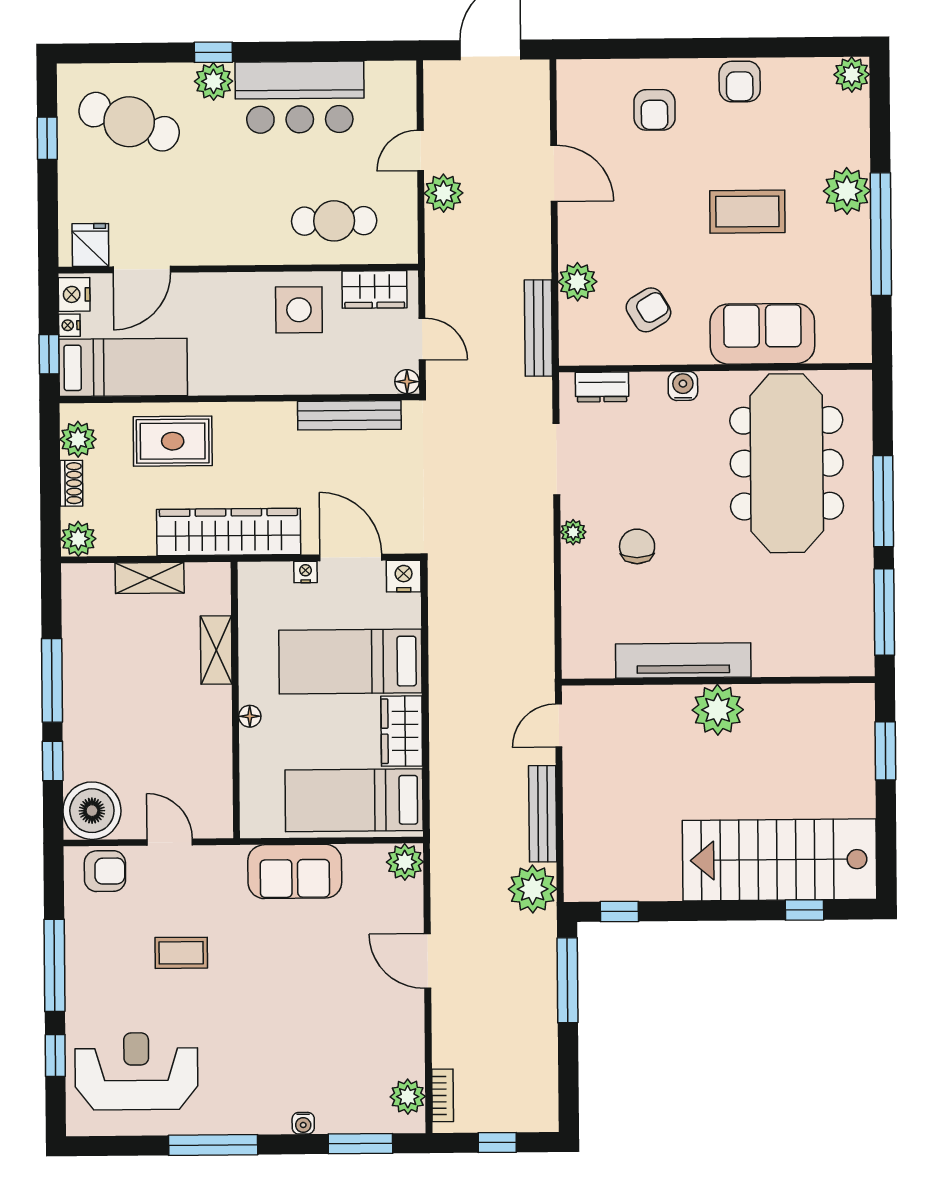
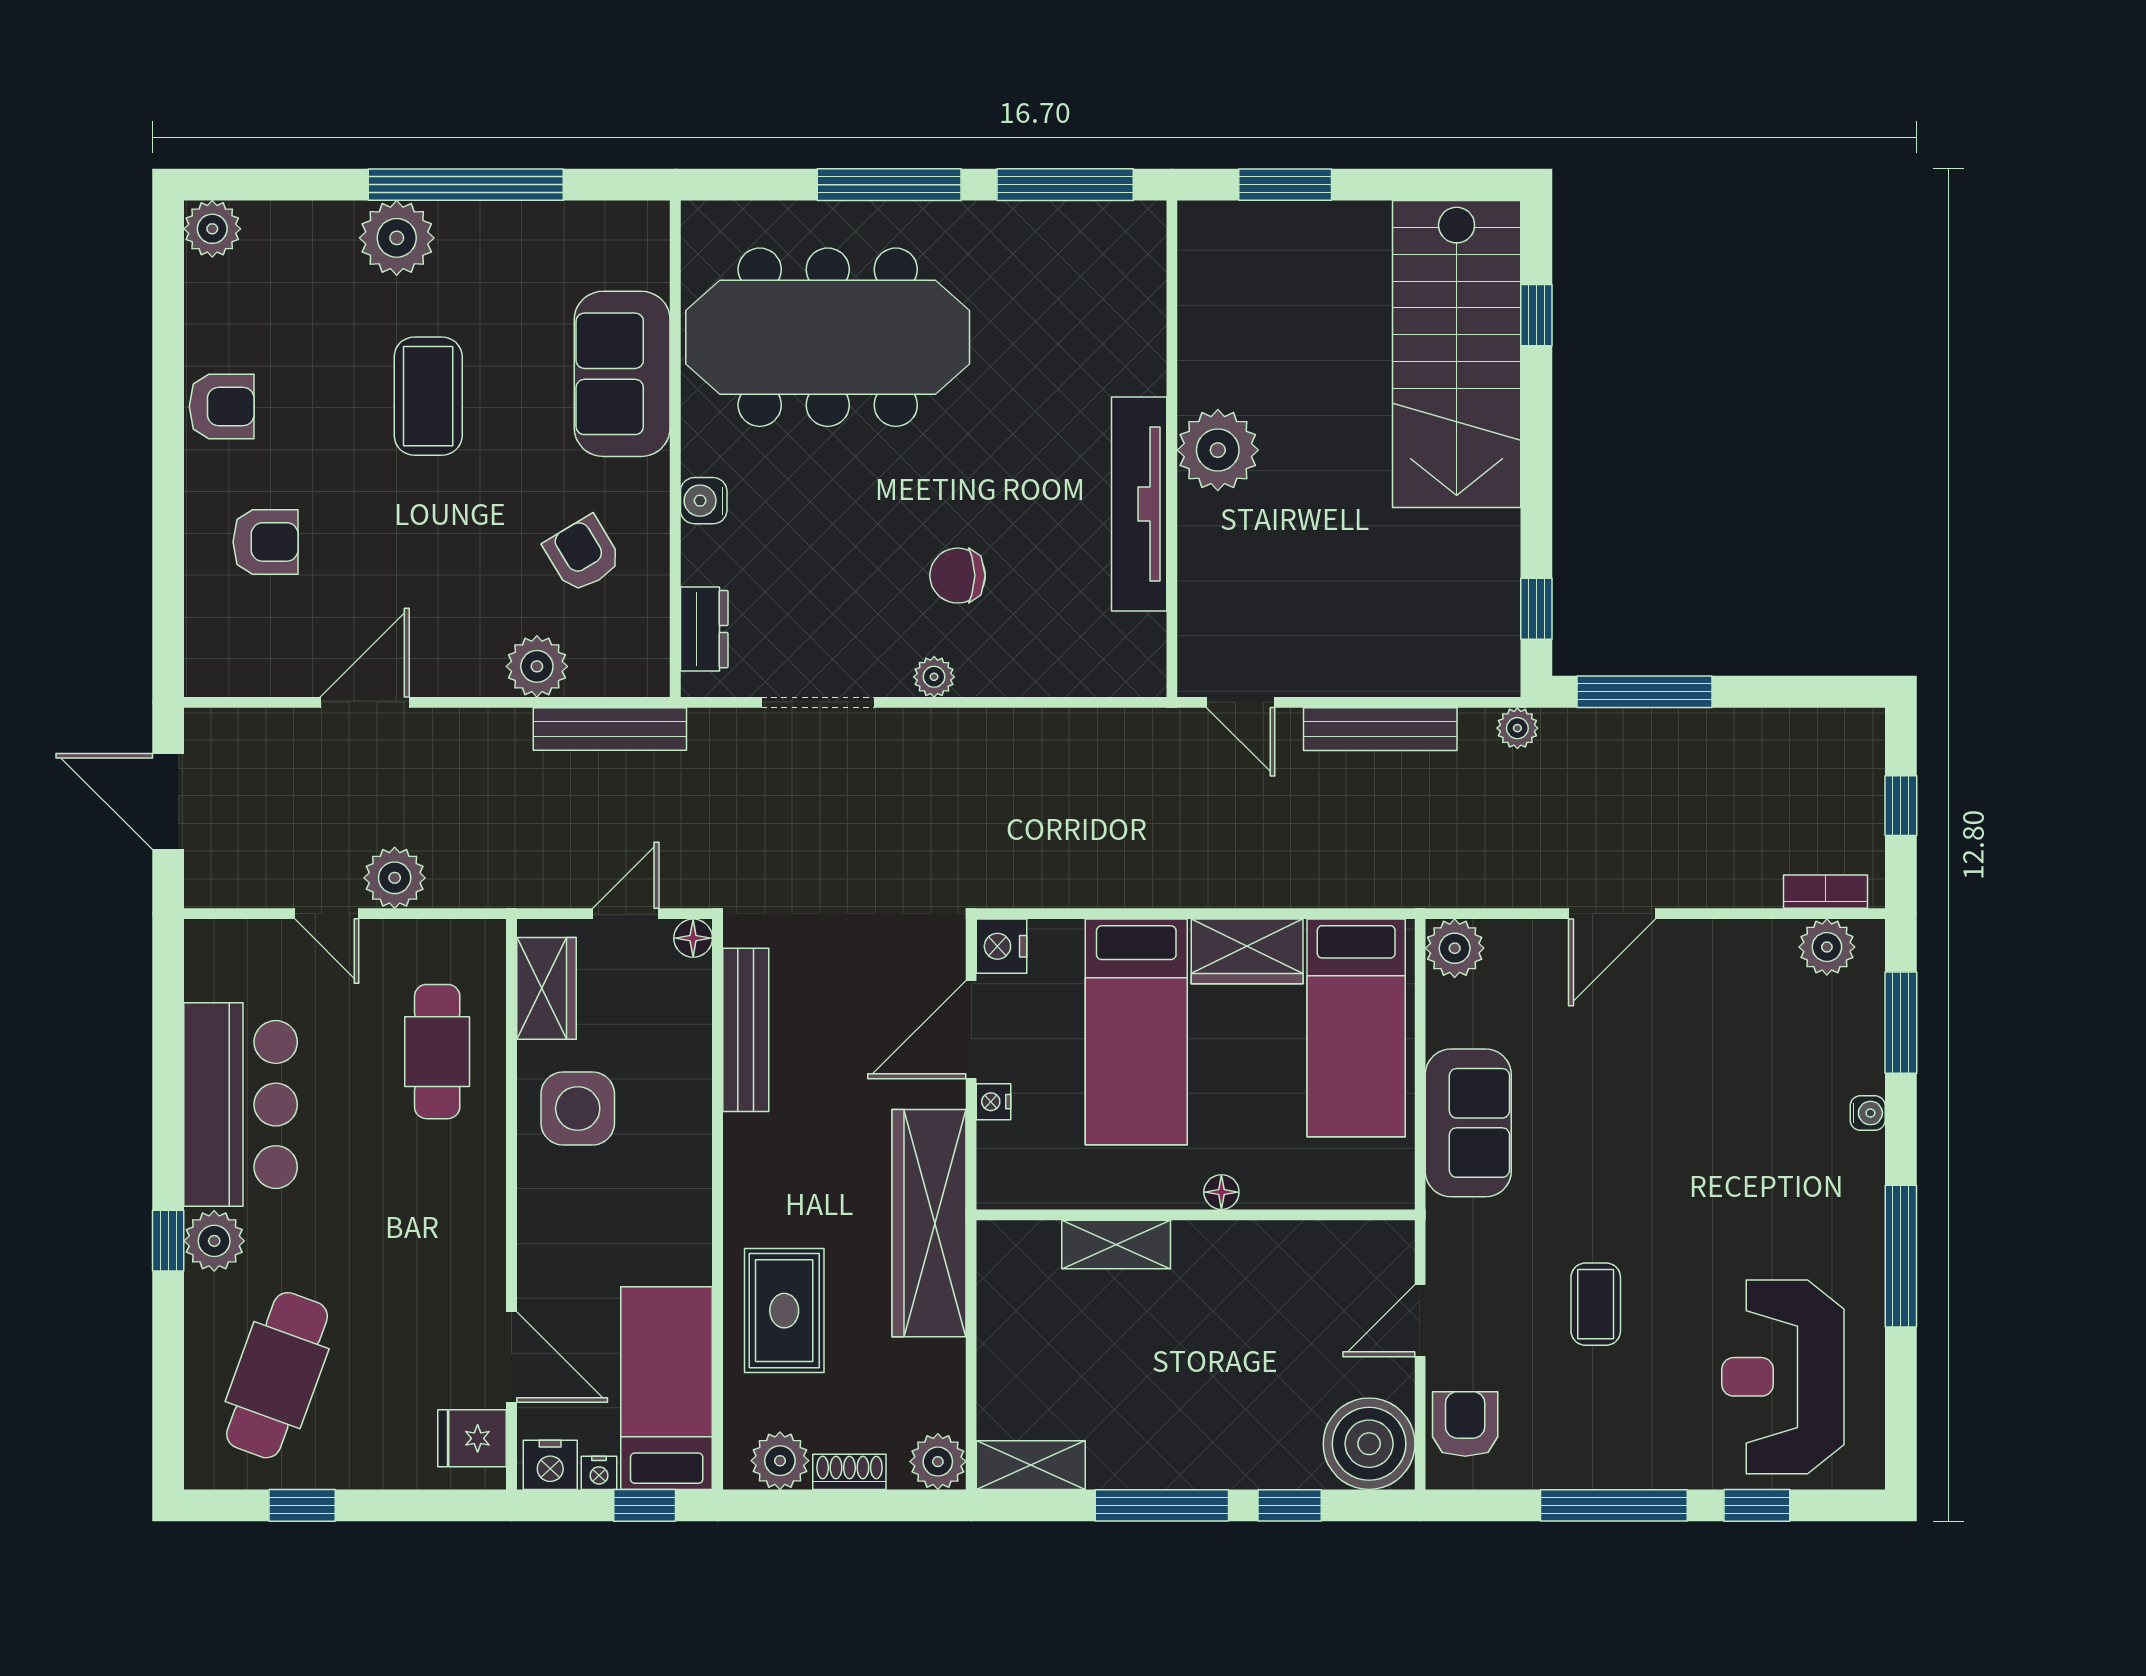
shelving: (150, 578) -> (1031, 1465), moved, turned 90
plant: (533, 889) -> (1517, 728), width x0.53, depth x0.53

